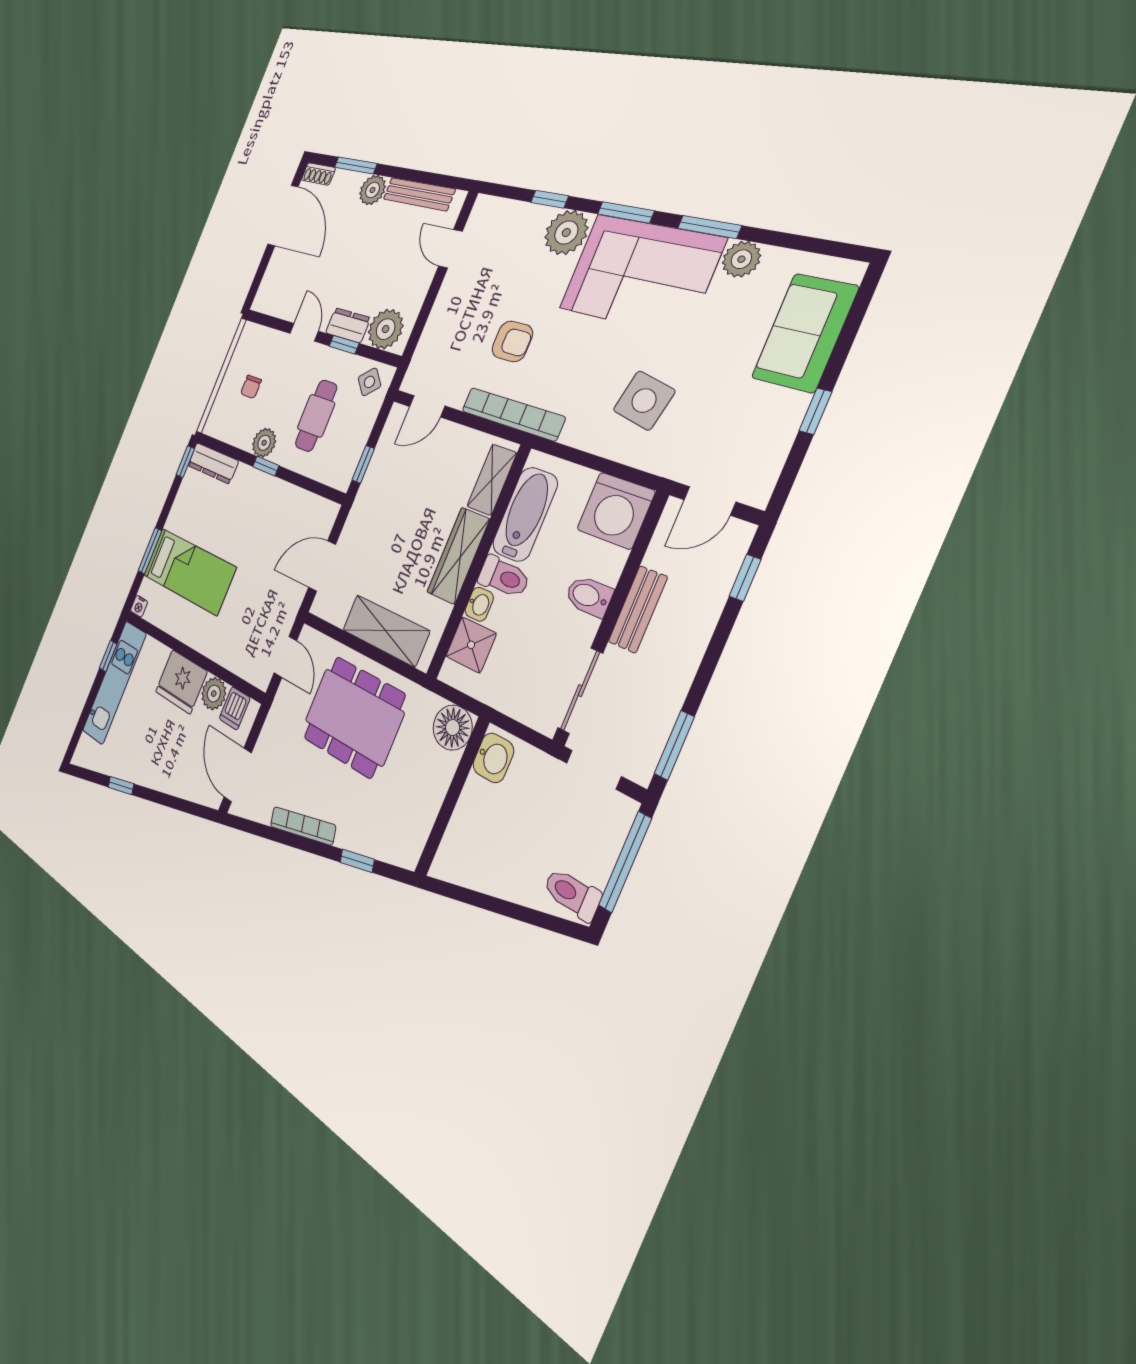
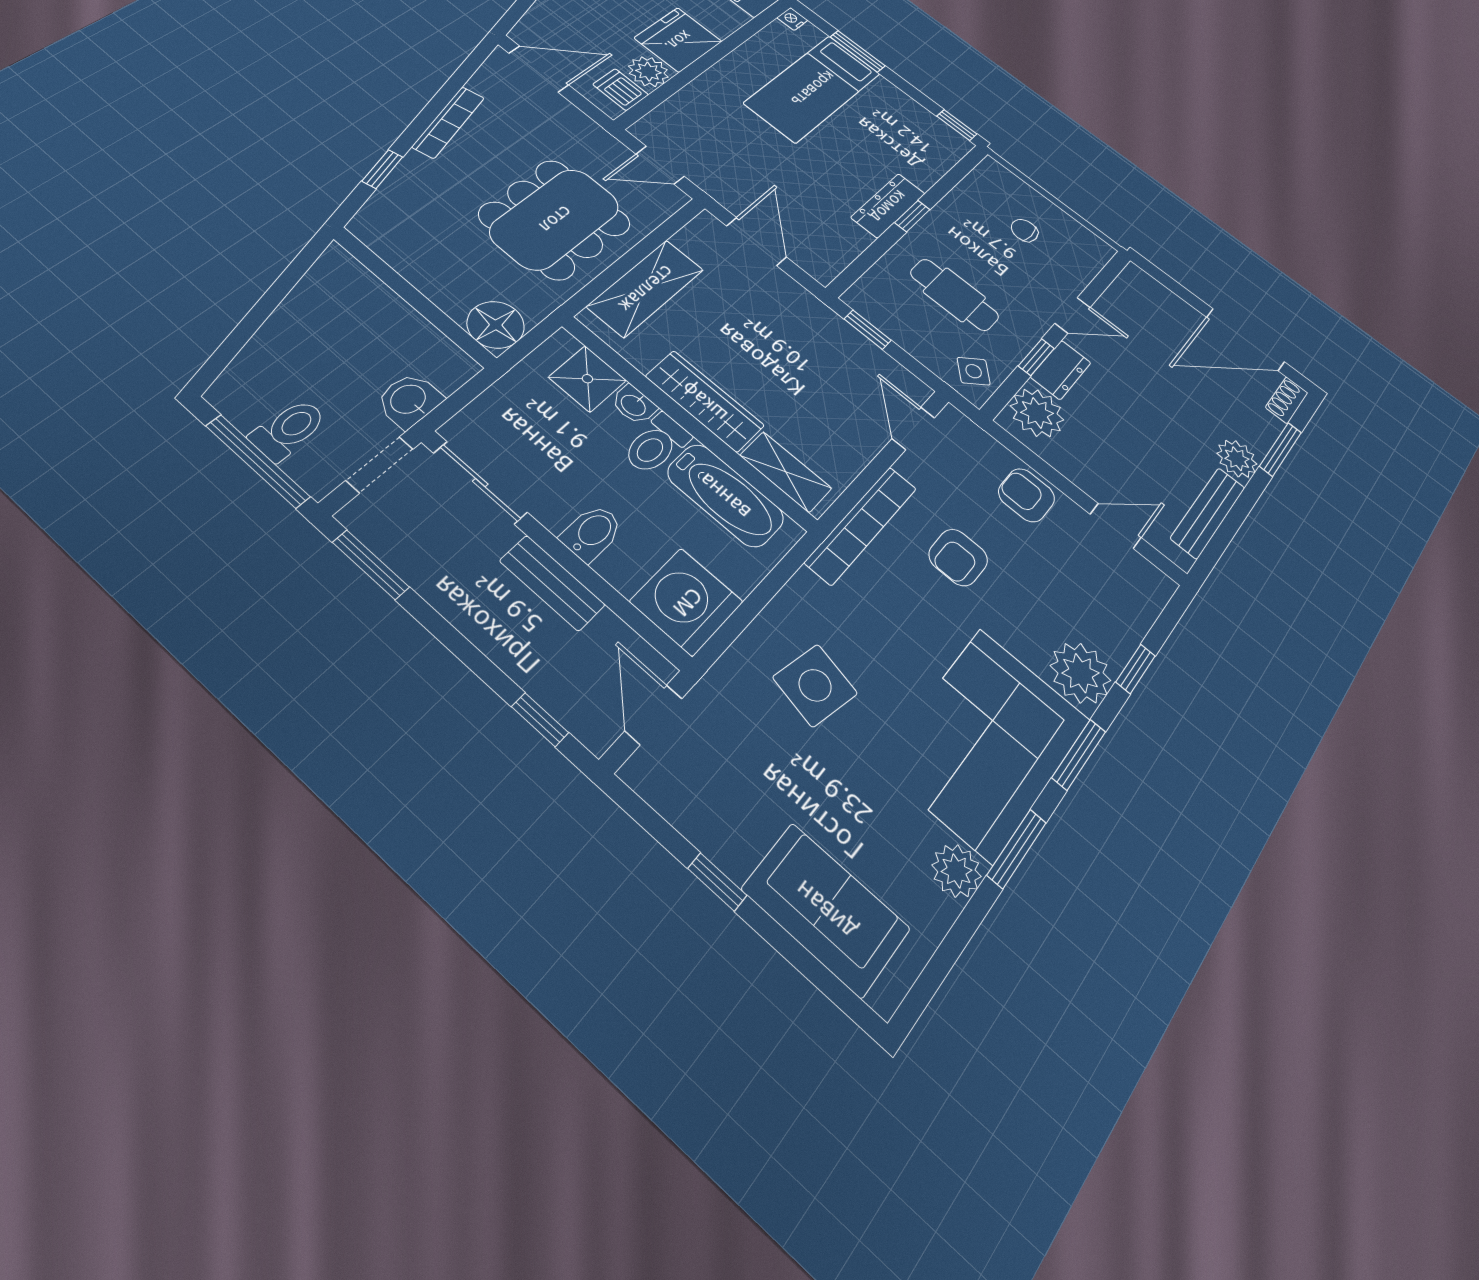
armchair: (449, 314) -> (1027, 495), added
plant: (264, 443) -> (944, 223), removed
dresser: (213, 463) -> (888, 206), moved
washbasin: (493, 758) -> (409, 400), moved, turned 90
toilet: (572, 894) -> (289, 430), moved

